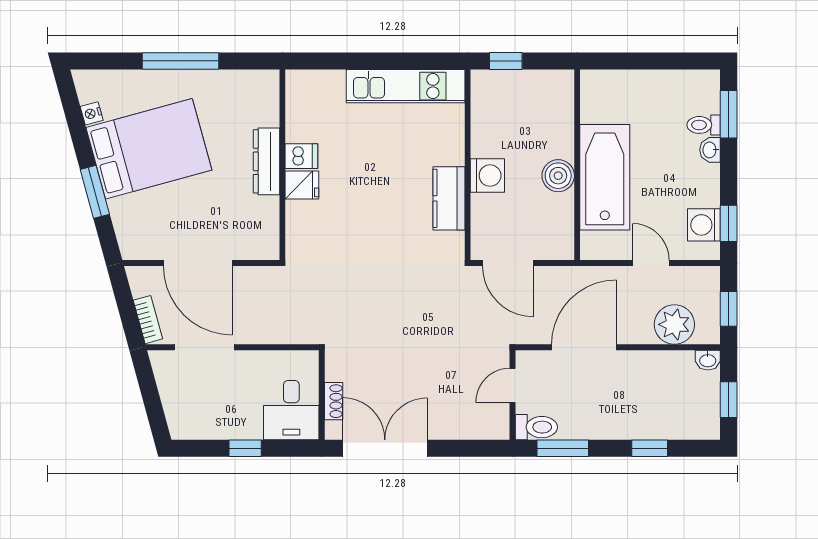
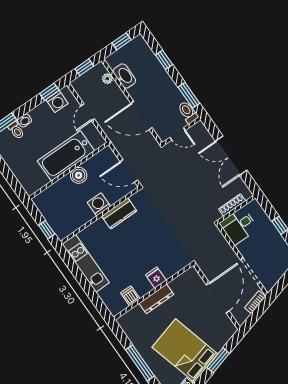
dishwasher: (301, 156) -> (130, 296), moved
door: (508, 263) -> (129, 171), swing flipped
plant: (674, 324) -> (107, 79), width x0.53, depth x0.53
washbasin: (708, 360) -> (124, 76), moved, width x1.91, depth x1.45
shoe rack: (334, 401) -> (232, 205), width x1.43
desk: (291, 410) -> (239, 226), moved, turned 180
double door: (385, 448) -> (231, 156), moved

